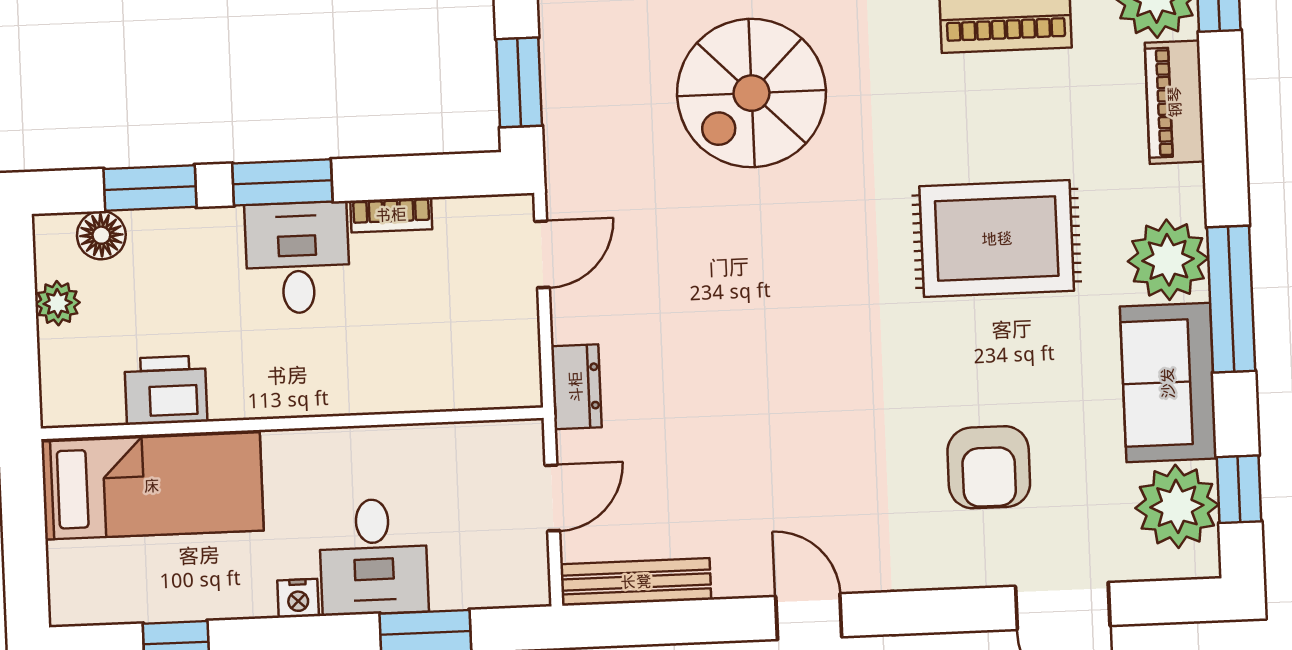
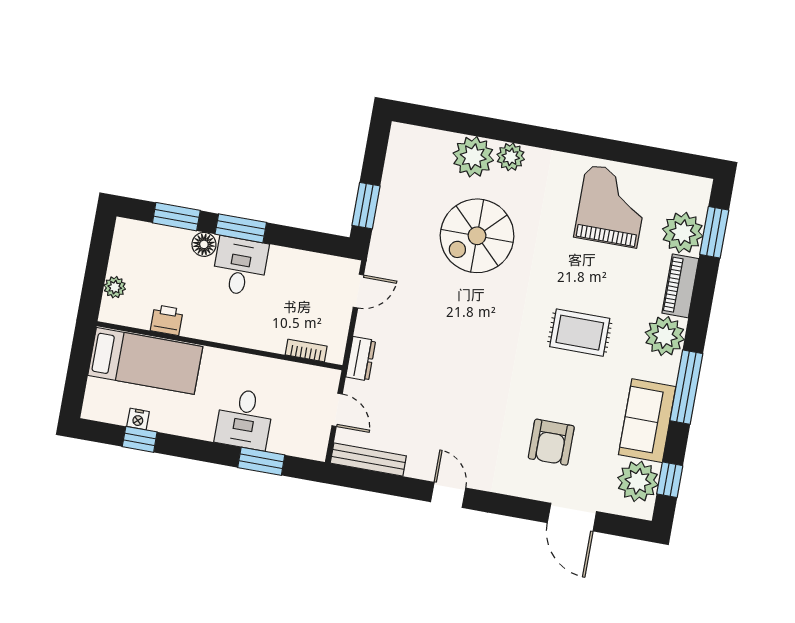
bookcase: (391, 215) -> (306, 351), moved, turned 180
floor lamp: (101, 235) -> (204, 244), moved
rug: (997, 239) -> (580, 333), width x0.73, depth x0.70
plant: (1168, 260) -> (665, 336), moved
plant: (58, 303) -> (115, 287), moved
printer: (166, 390) -> (167, 320), width x0.73, depth x0.81
door: (552, 498) -> (337, 410), hinge flipped
nightstand: (298, 598) -> (138, 419), moved

